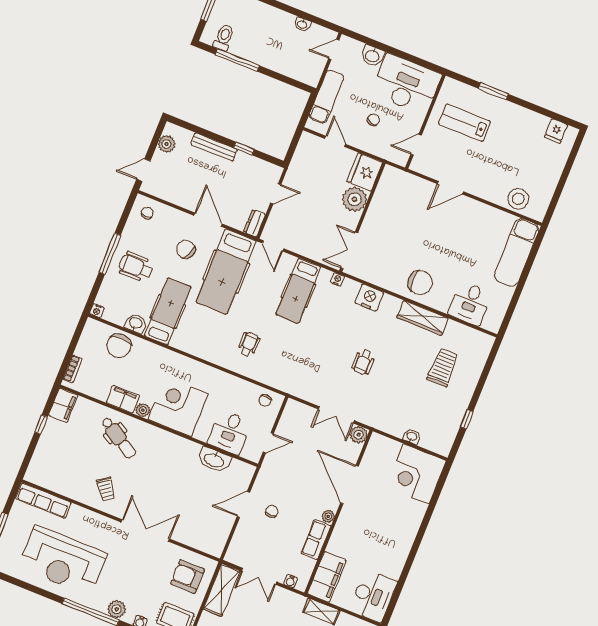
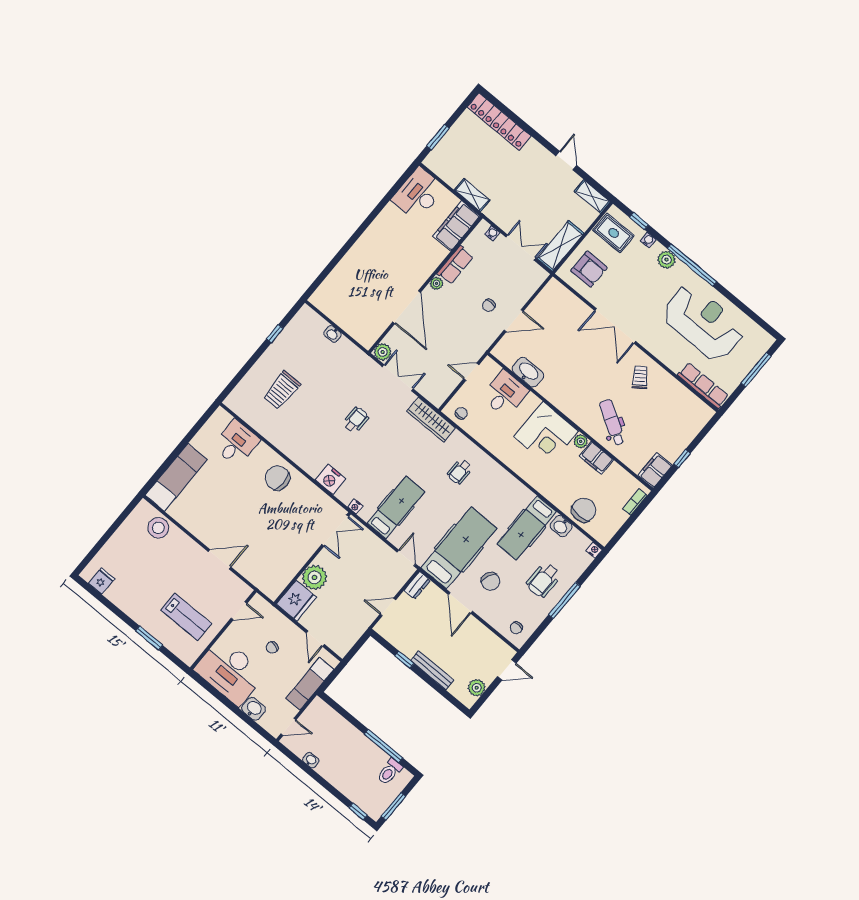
wheelchair: (136, 267) -> (543, 580), turned 90
wardrobe: (422, 318) -> (431, 420), moved, turned 180
corner desk: (416, 474) -> (340, 297), removed

